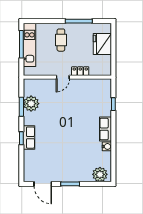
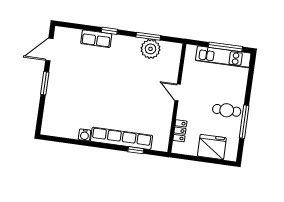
cafe table: (61, 40) -> (227, 110), moved
locker: (80, 71) -> (180, 131), moved
row of seats: (105, 129) -> (122, 138), width x2.02
row of seats: (29, 138) -> (96, 39), moved
plant: (100, 174) -> (51, 122), removed

